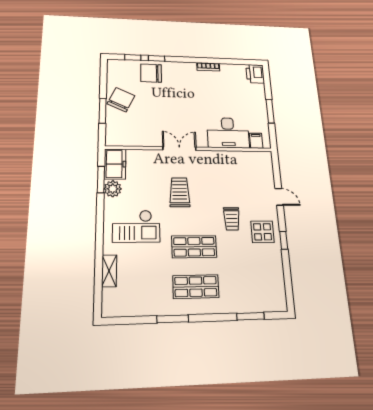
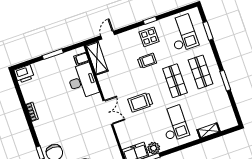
double door: (179, 149) -> (108, 112), swing flipped
shelving: (252, 159) -> (97, 58), added
door: (279, 197) -> (108, 35), moved
checkout: (256, 279) -> (183, 33), added

